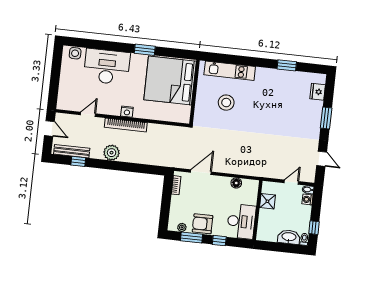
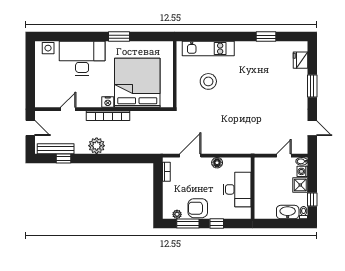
bed: (170, 80) -> (137, 83), moved, turned 90
floor lamp: (236, 183) -> (217, 163), moved
shower: (267, 201) -> (300, 185), moved
desk: (241, 221) -> (237, 189), moved

